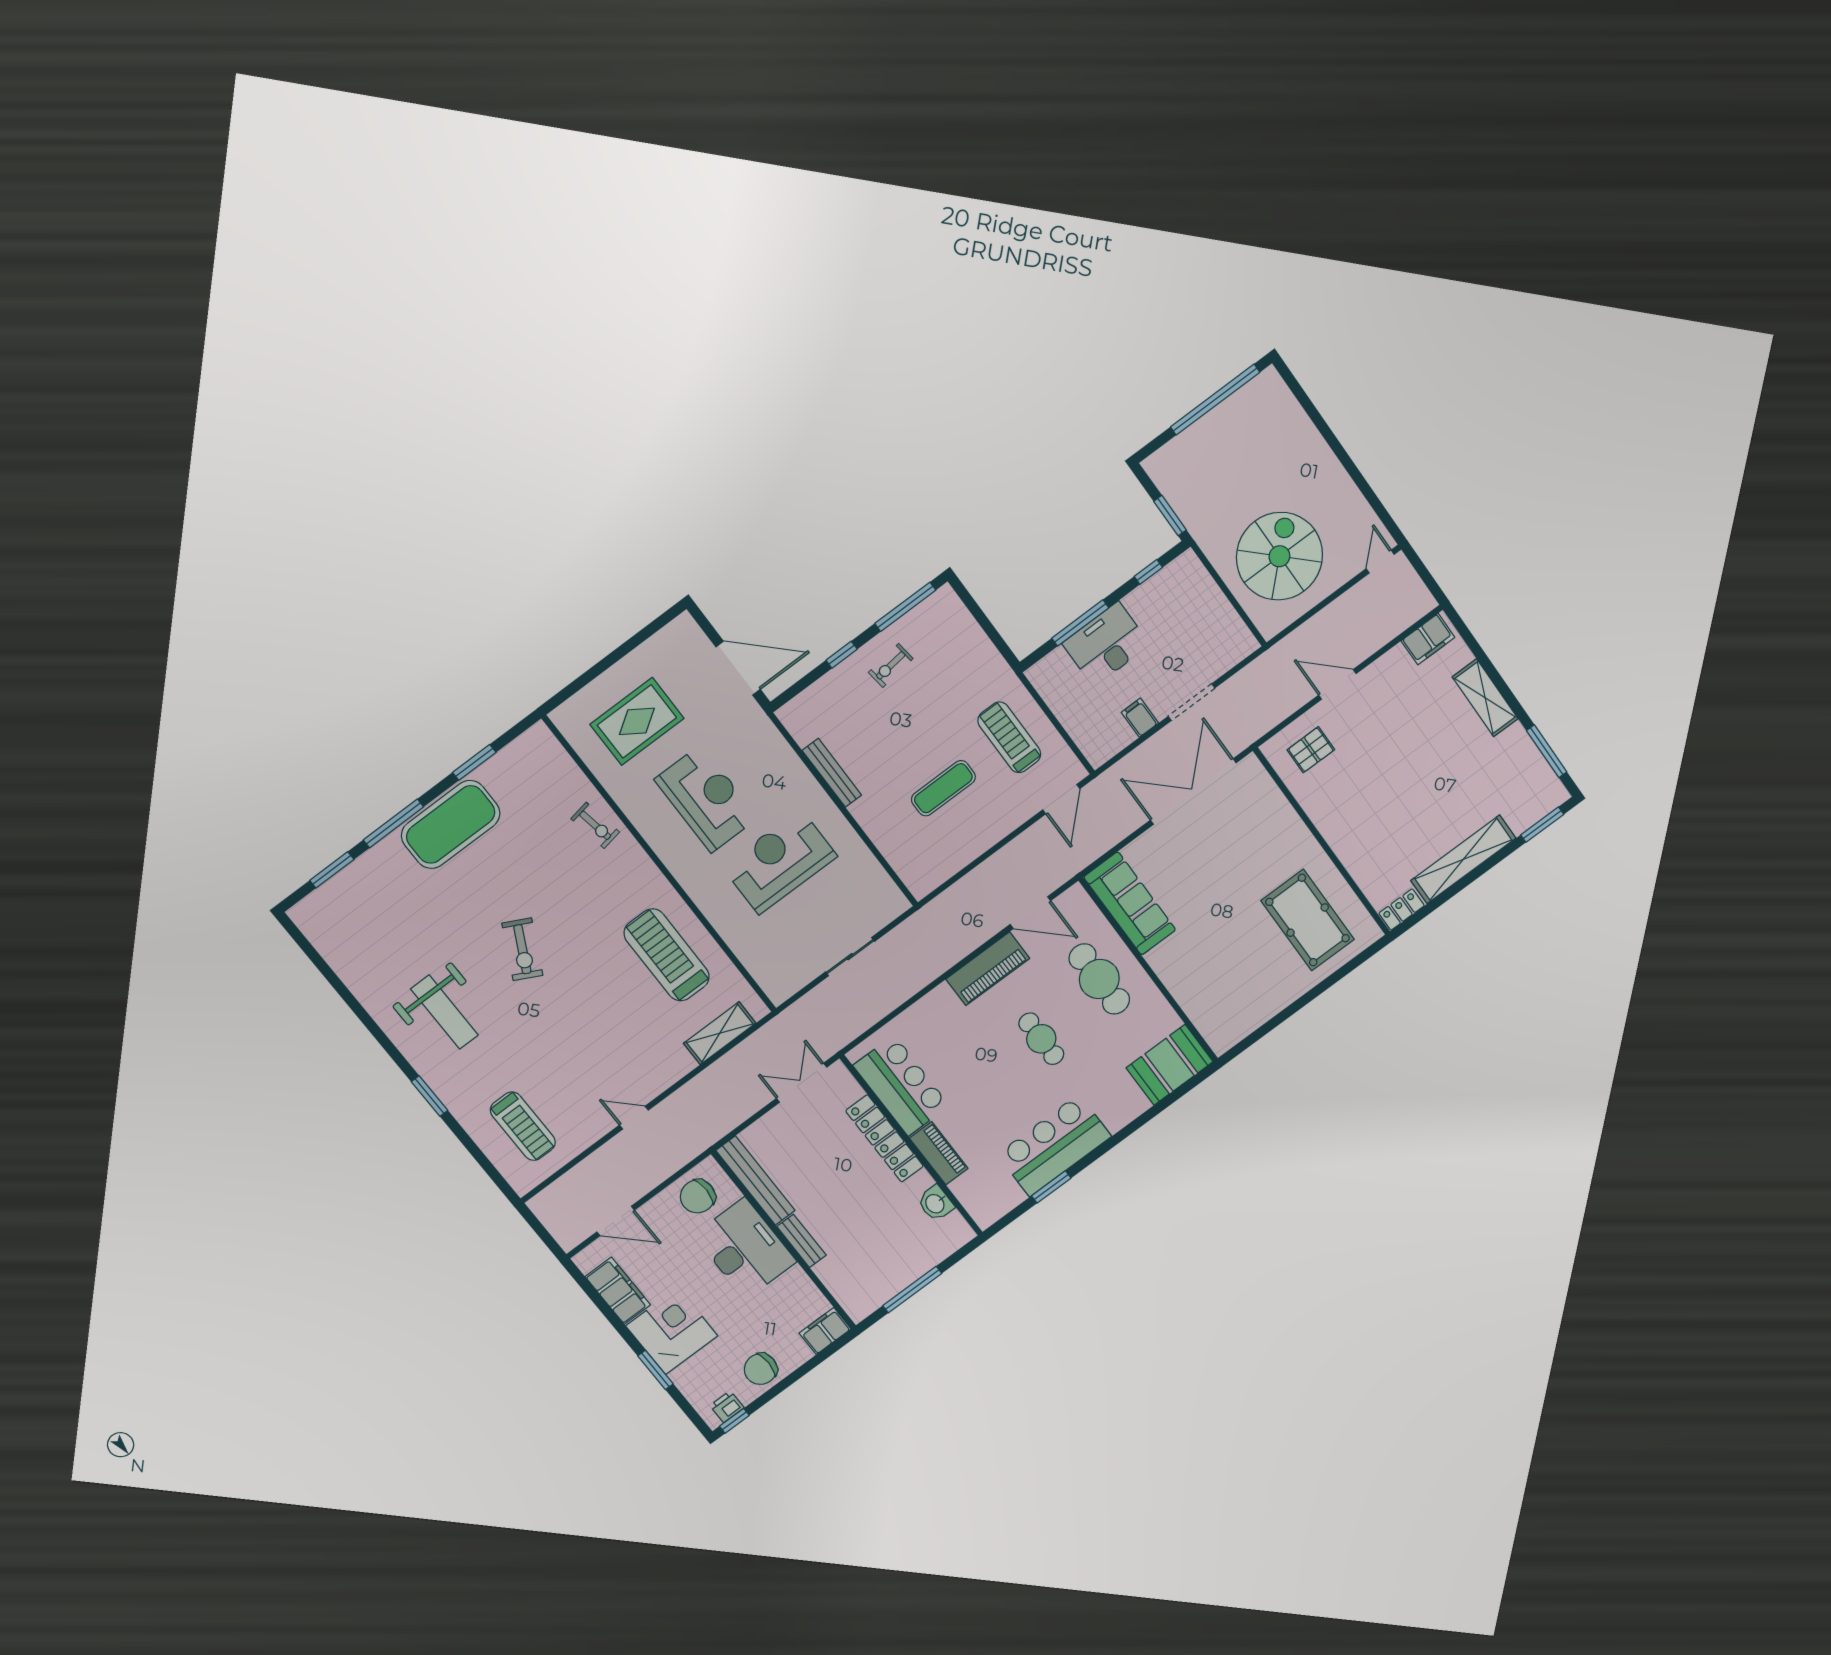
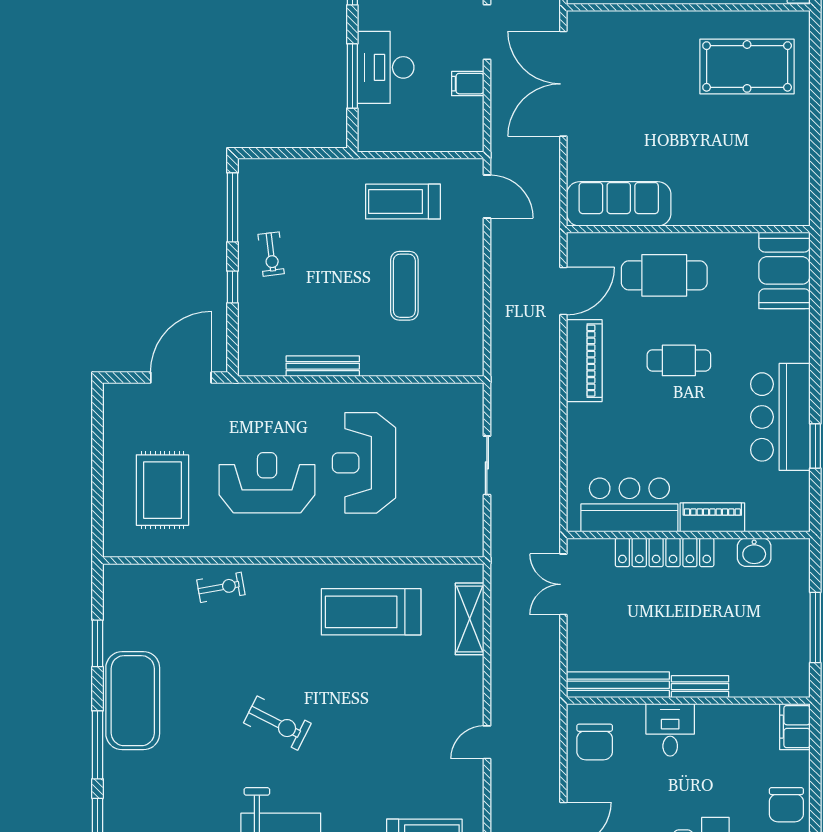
desk: (745, 1248) -> (670, 730), width x0.53, depth x0.77

